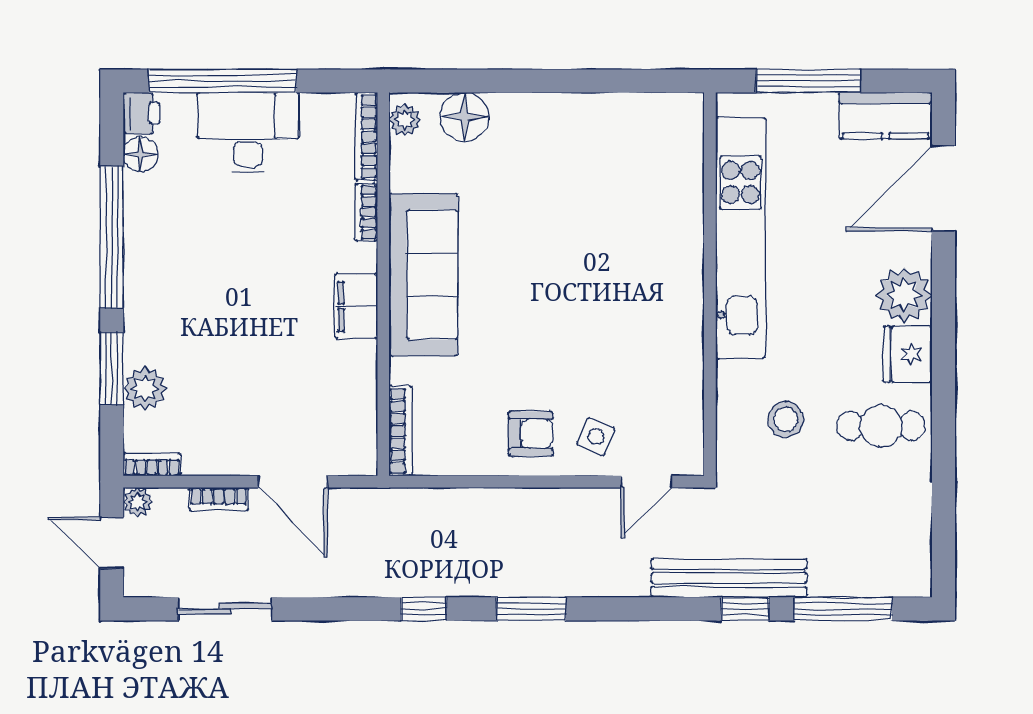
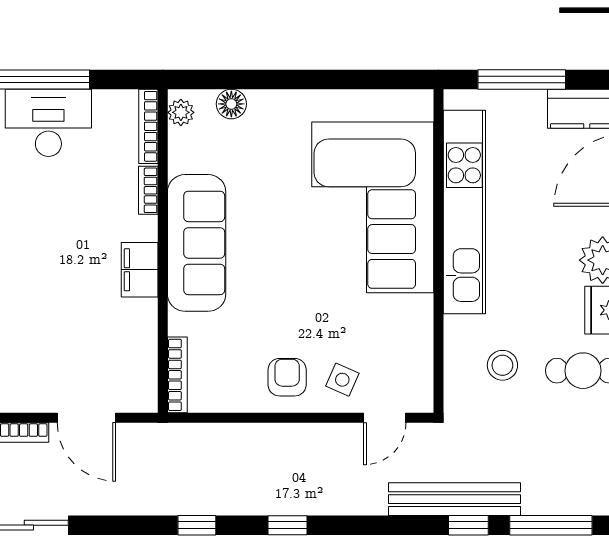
floor lamp: (465, 117) -> (231, 104), width x0.73, depth x0.73
corner sofa: (632, 233) -> (373, 207), added
armchair: (531, 434) -> (287, 377), turned -90
window: (531, 609) -> (288, 525), width x0.67

